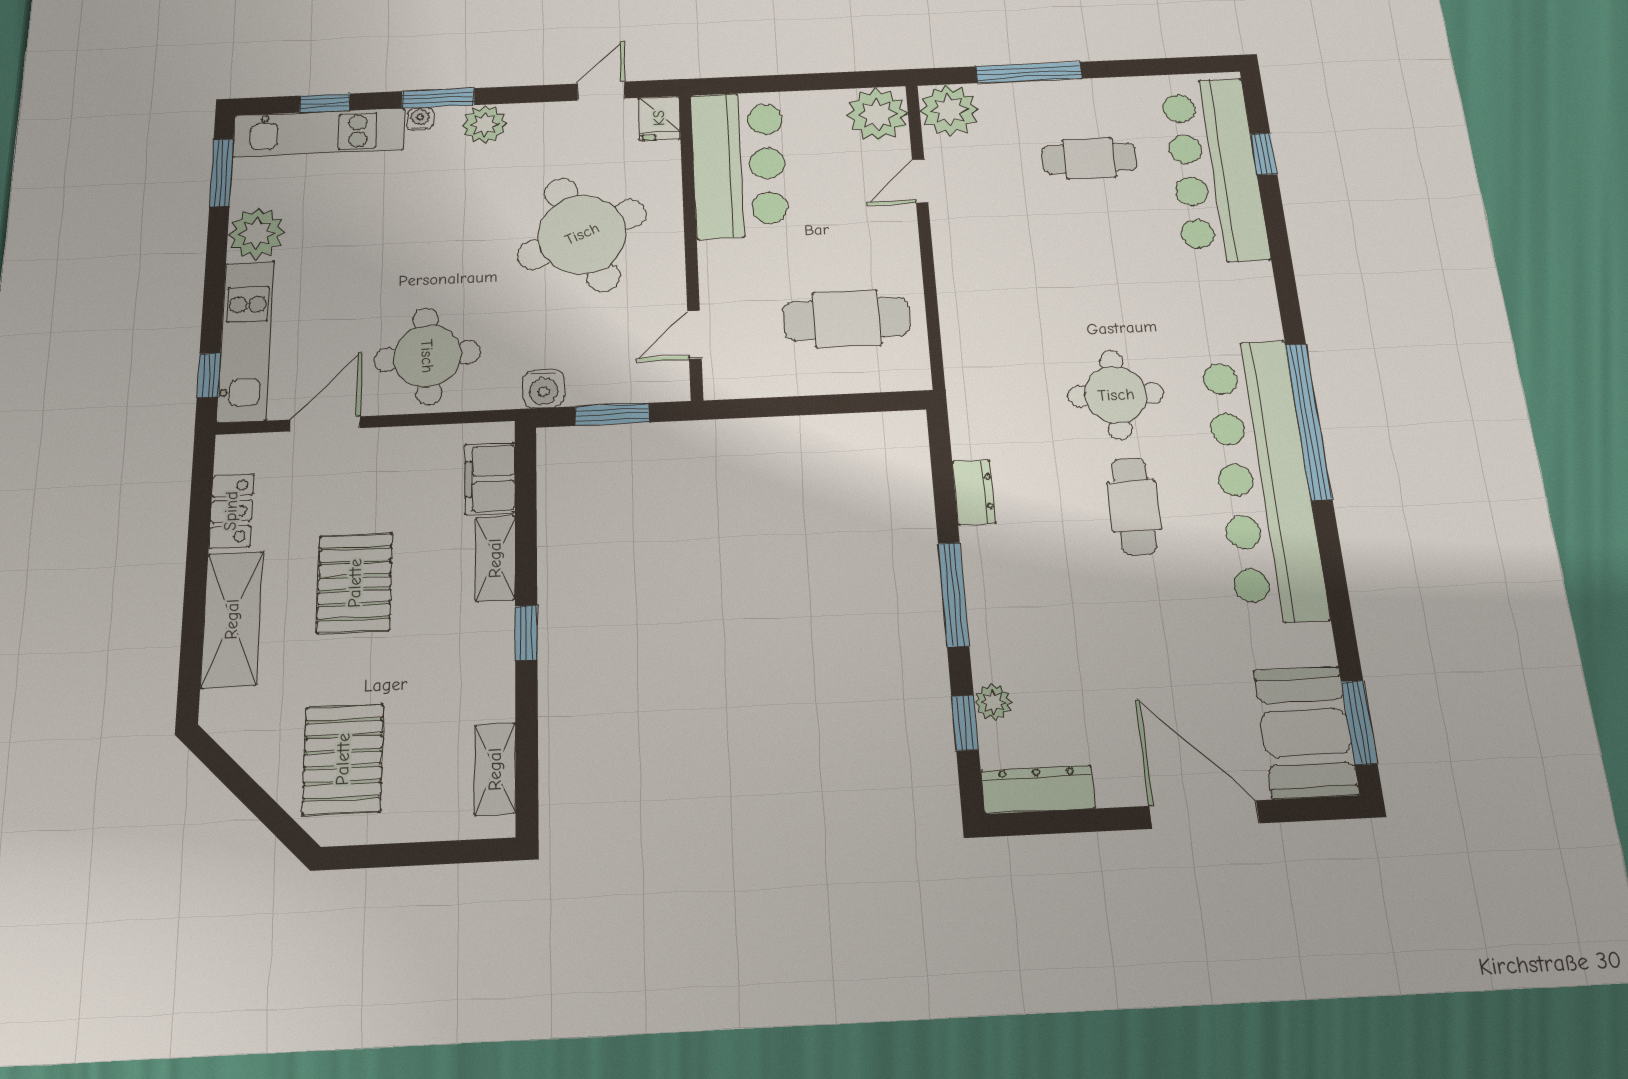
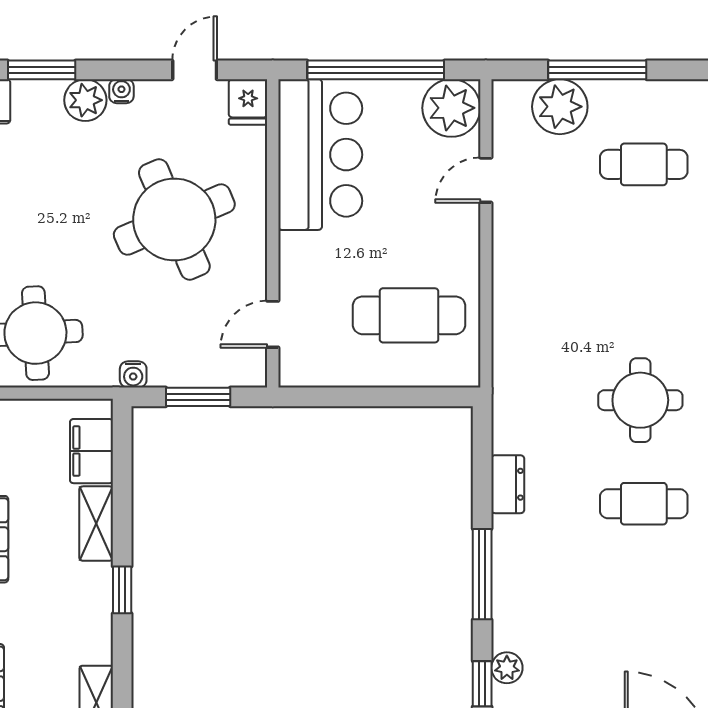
window: (794, 83) -> (376, 70), added
plant: (949, 110) -> (560, 107), moved
water cooler: (420, 119) -> (121, 91), moved
water cooler: (544, 389) -> (133, 374), width x0.72, depth x0.72
cafe table: (1134, 506) -> (644, 504), turned 90

